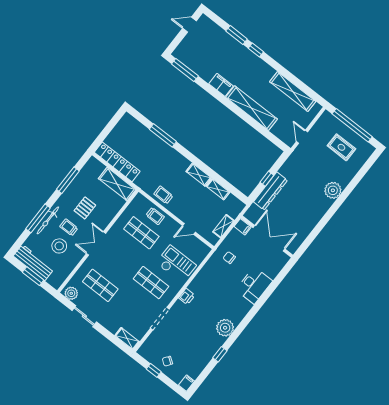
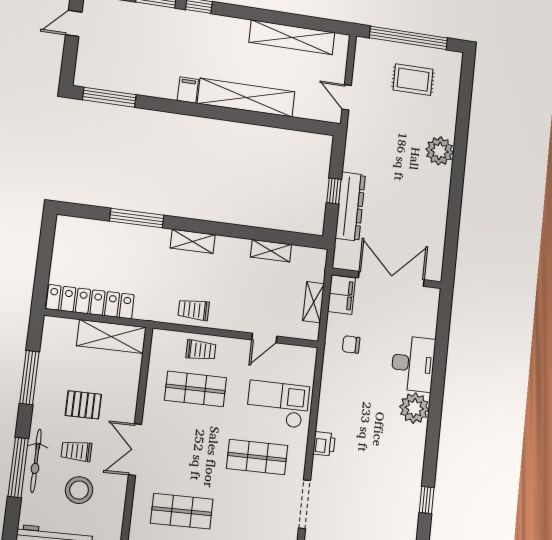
filing cabinet: (221, 85) -> (188, 90), width x0.50
shelving: (199, 175) -> (193, 241), moved
pallet: (85, 208) -> (83, 405), turned 90
filing cabinet: (243, 227) -> (341, 295), width x2.00
plant: (225, 328) -> (414, 408), moved

